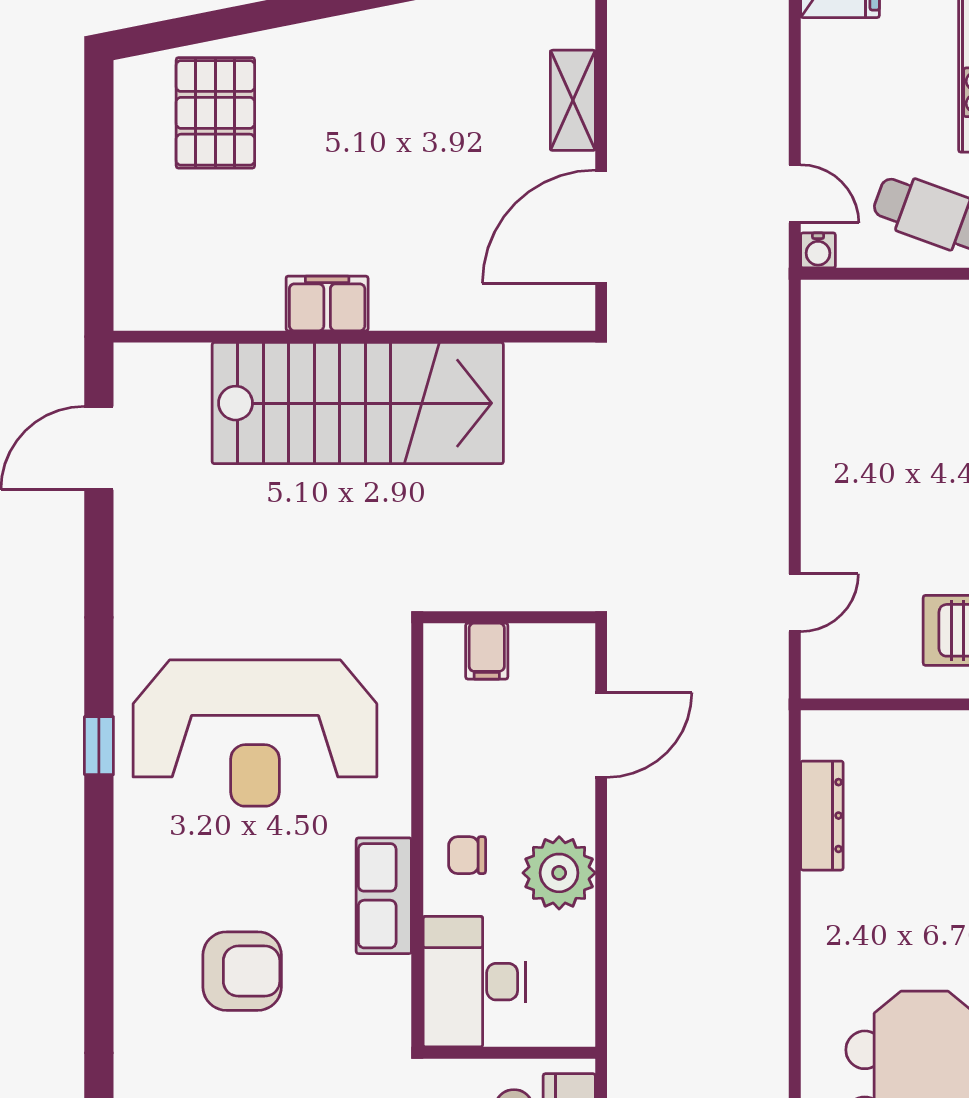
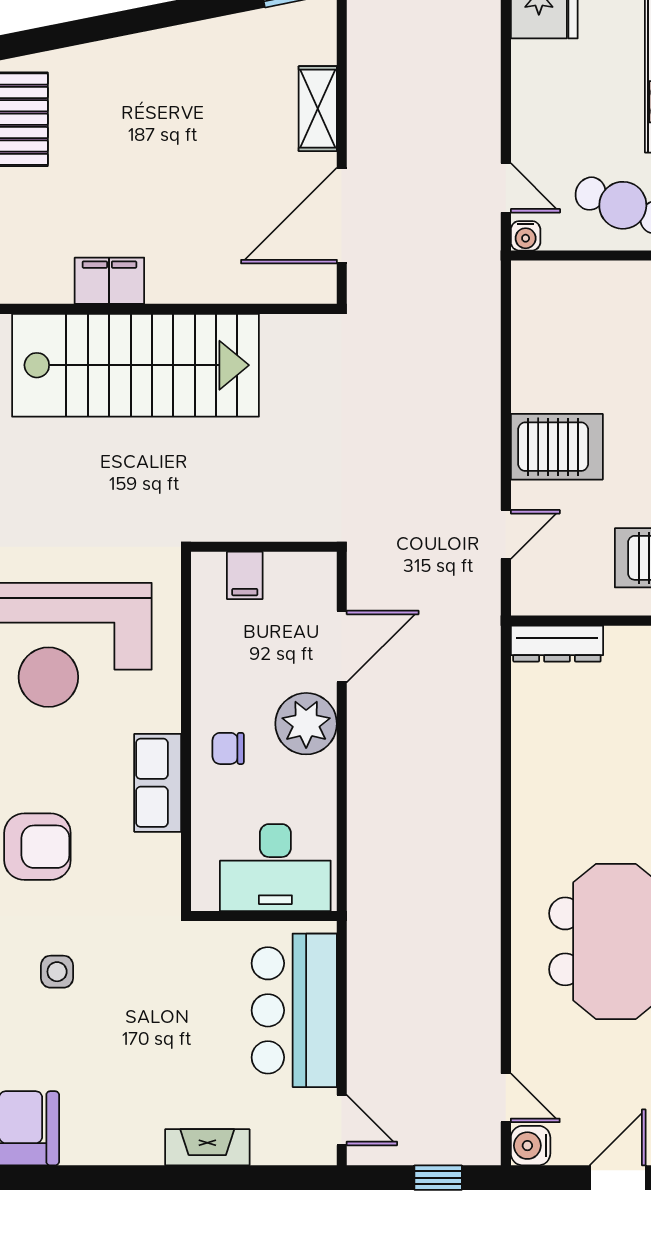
server rack: (855, 499) -> (557, 447), added
dresser: (822, 816) -> (557, 644), moved, turned 90
plant: (559, 873) -> (306, 724), moved
desk: (474, 982) -> (275, 868), moved, turned -90

